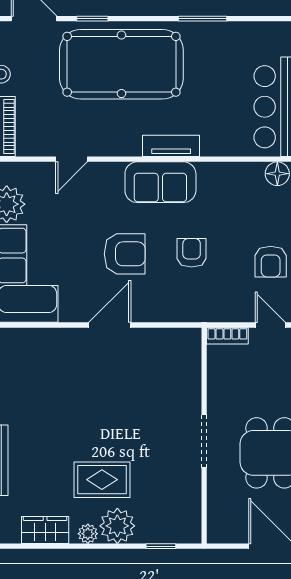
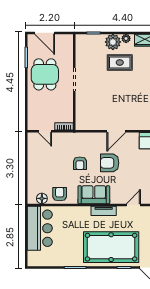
tv unit: (171, 146) -> (104, 211), moved
armchair: (271, 262) -> (60, 194), moved

